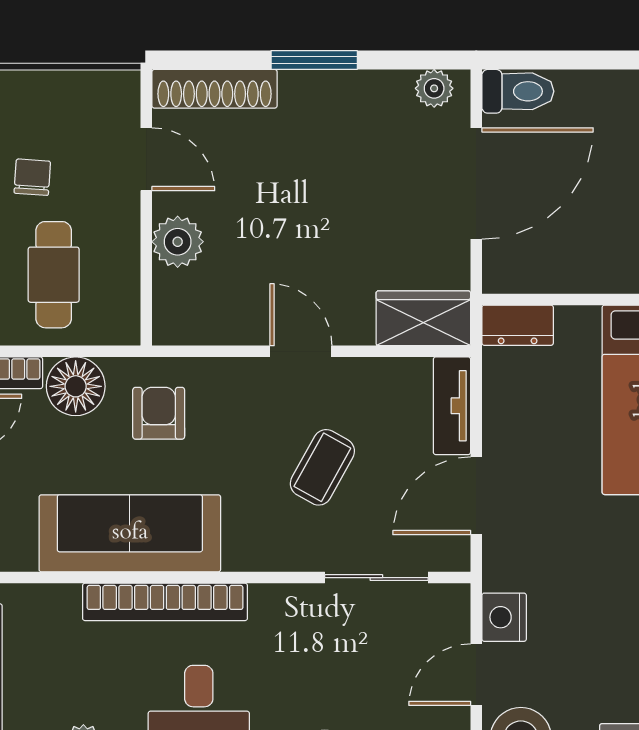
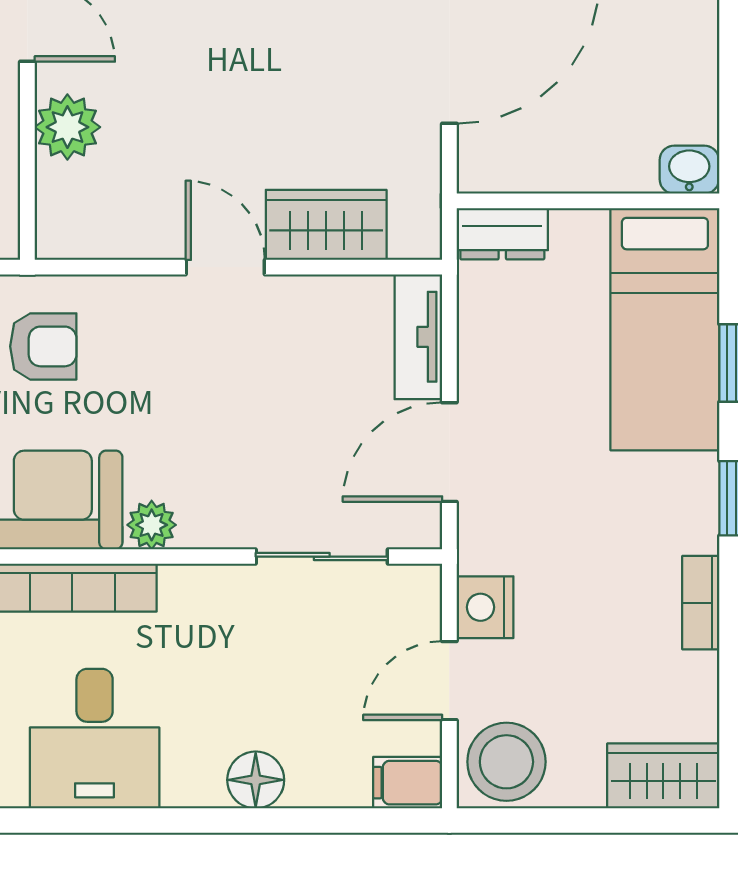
wardrobe: (423, 318) -> (326, 225), moved
armchair: (159, 413) -> (43, 346), turned 90
coffee table: (322, 467) -> (253, 416), removed
plant: (243, 553) -> (152, 525), added

